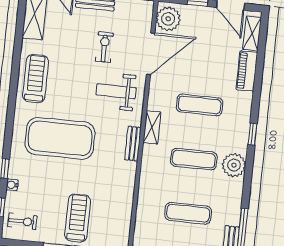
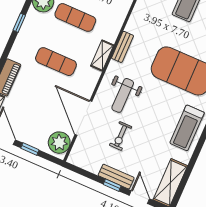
door: (151, 54) -> (83, 118), hinge flipped
weight bench: (116, 91) -> (123, 95), turned 90

